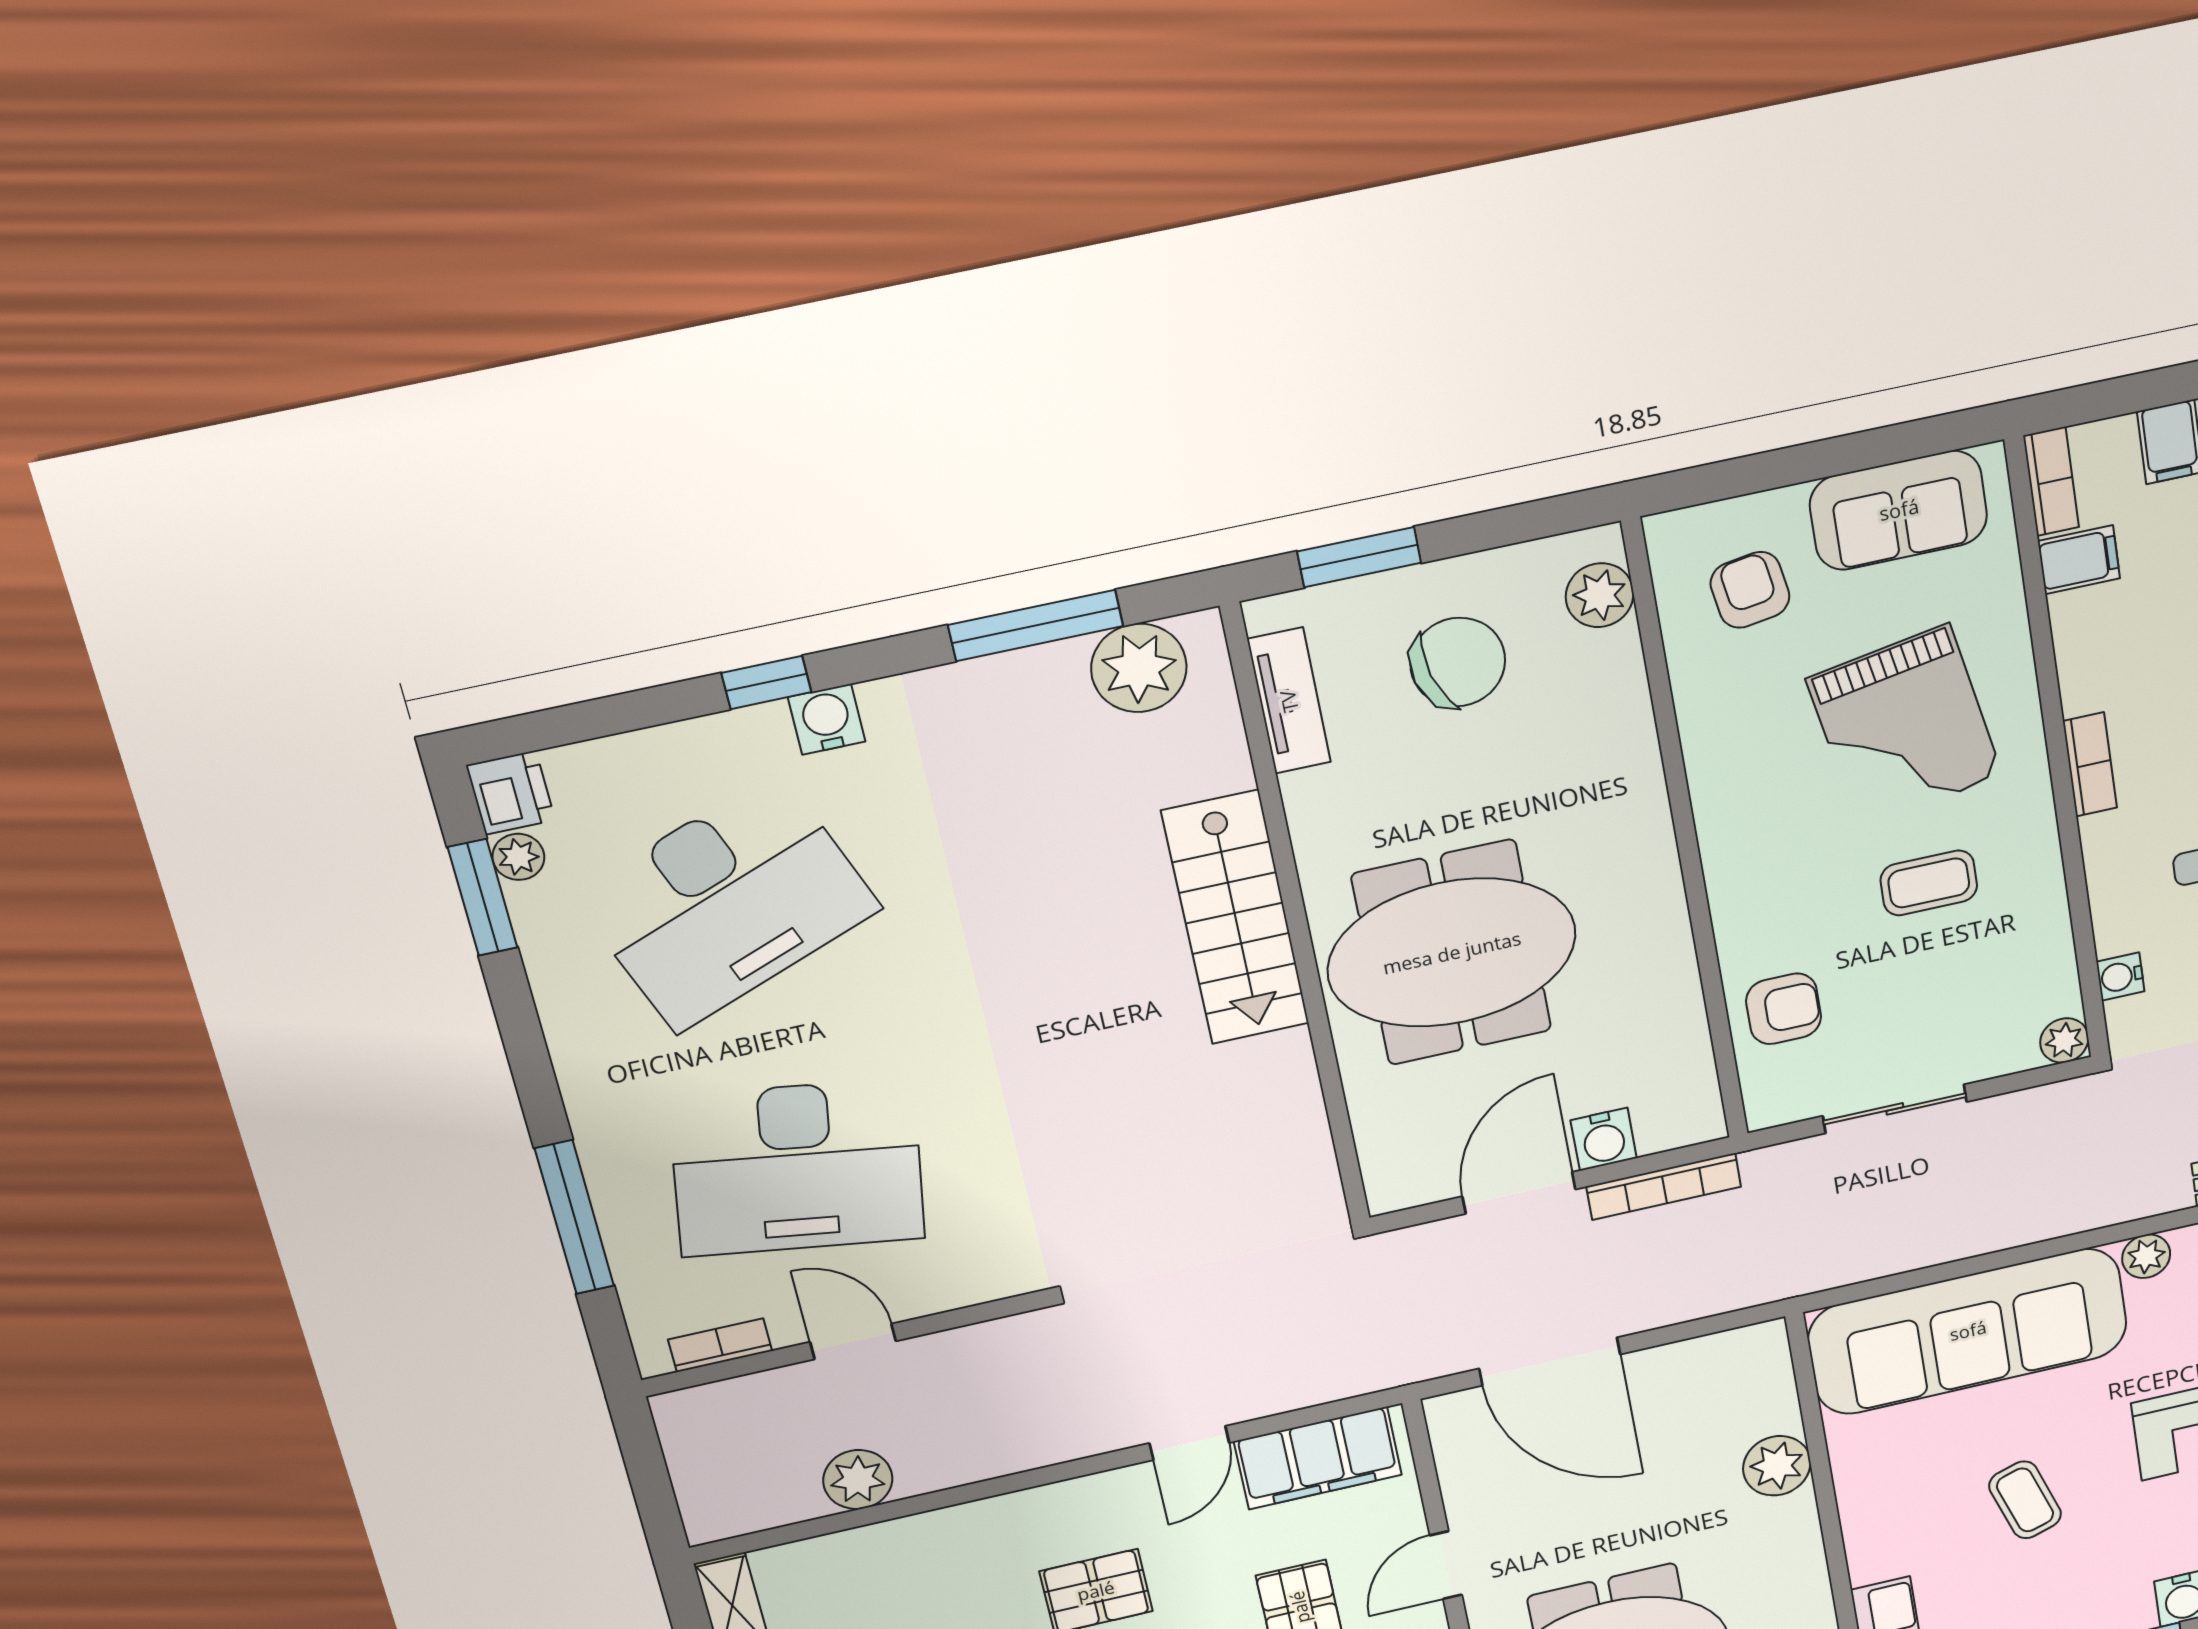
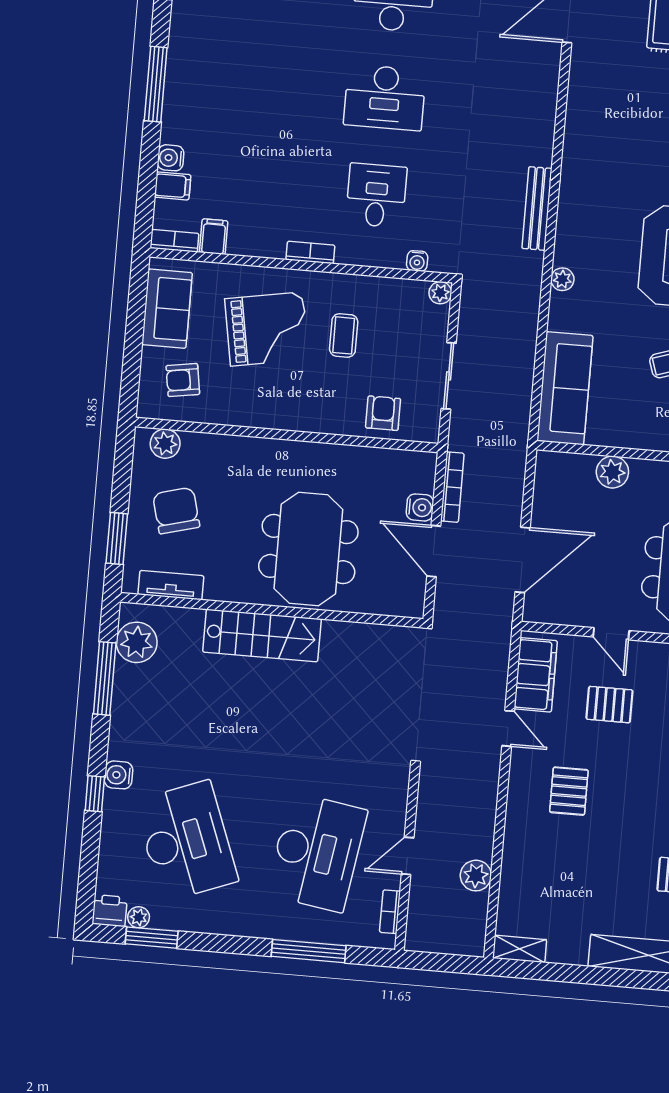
sofa: (1968, 1331) -> (565, 388), width x0.74, depth x0.79

